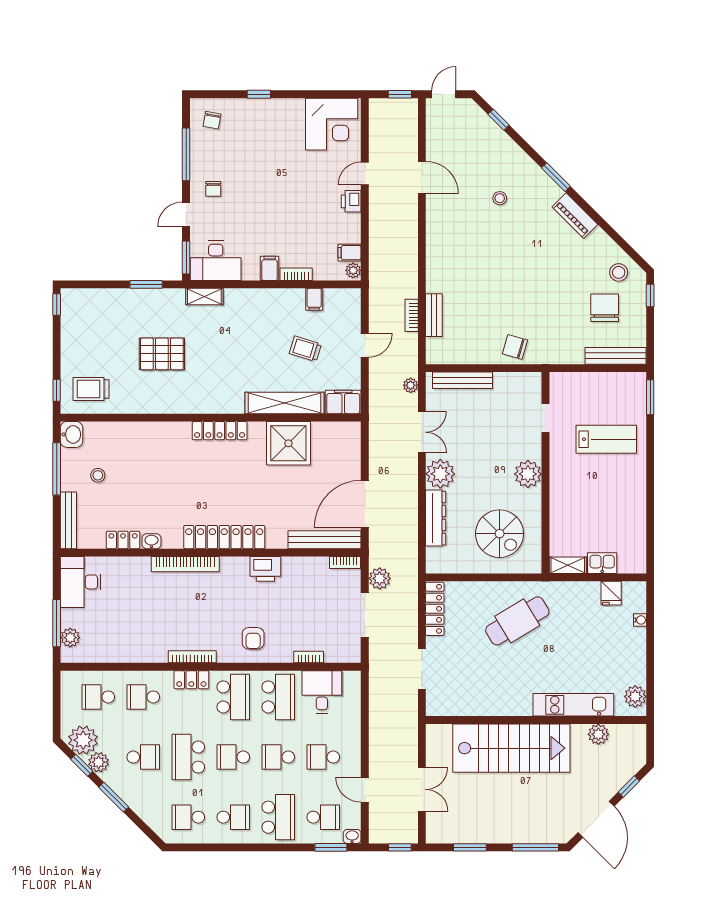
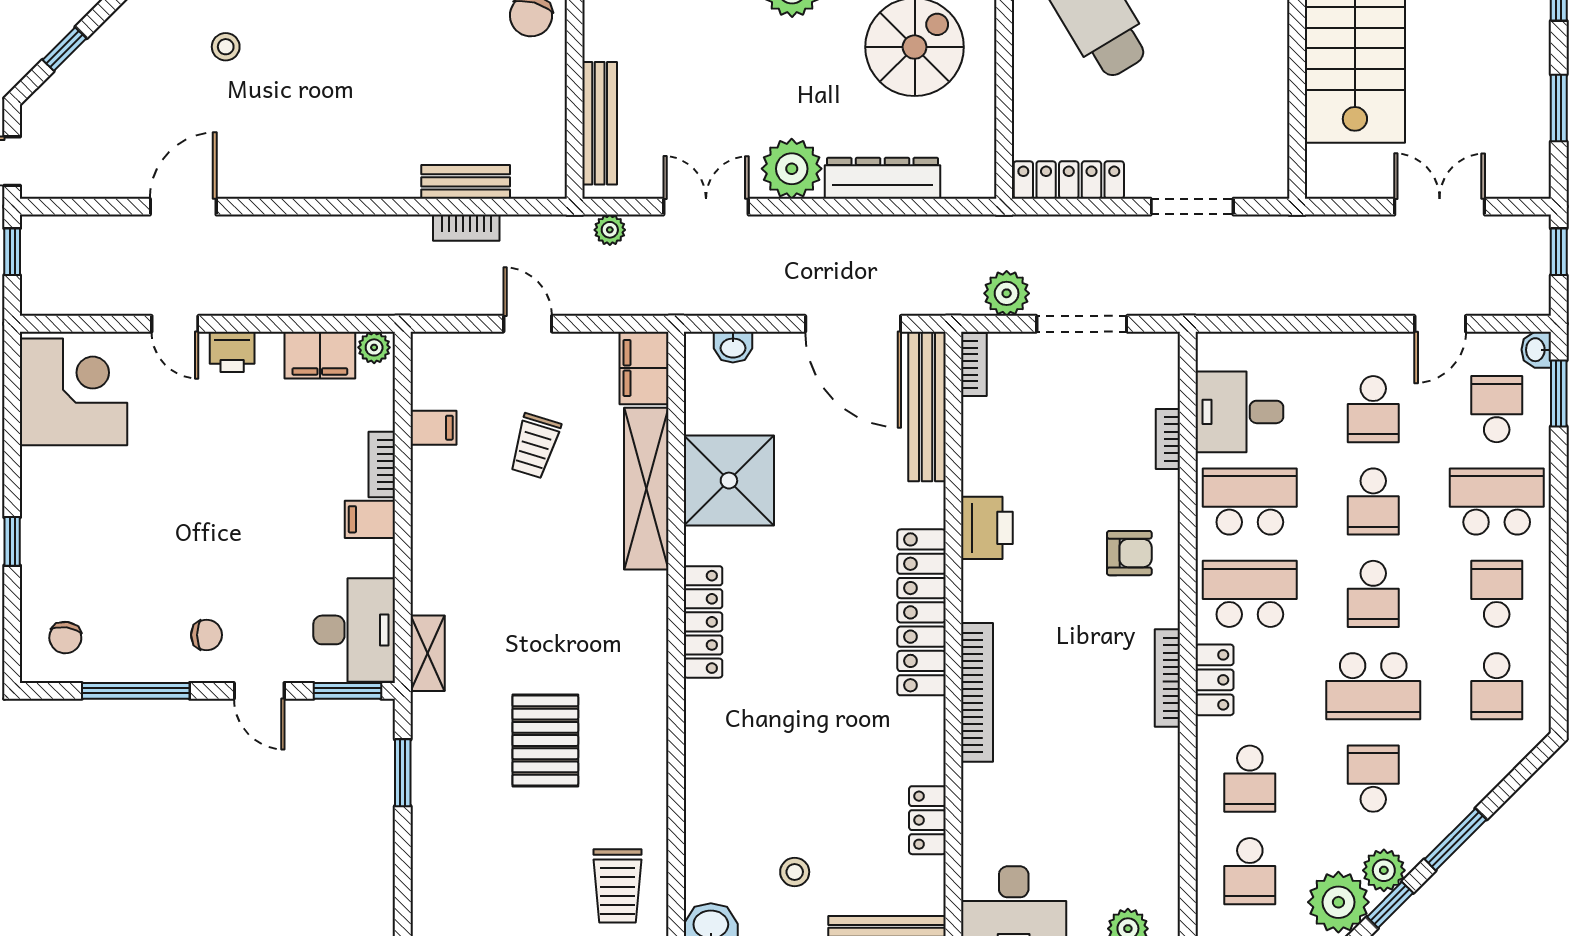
chair: (212, 120) -> (65, 638), turned 88
filing cabinet: (350, 253) -> (320, 355), width x2.00
washbasin: (151, 541) -> (733, 347), moved, turned -90

